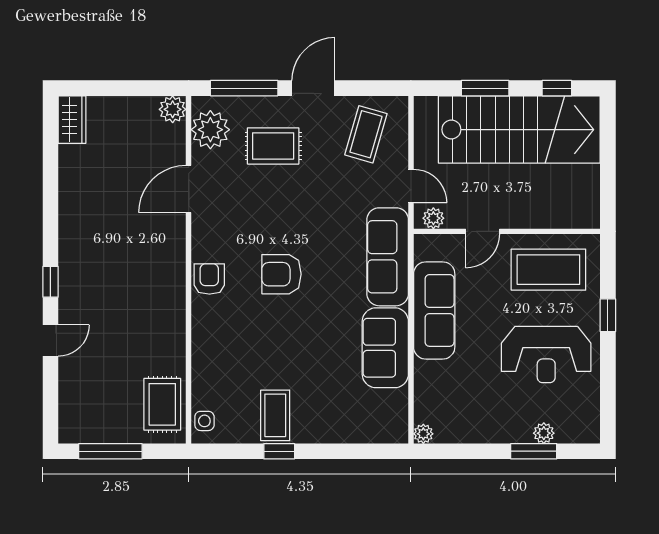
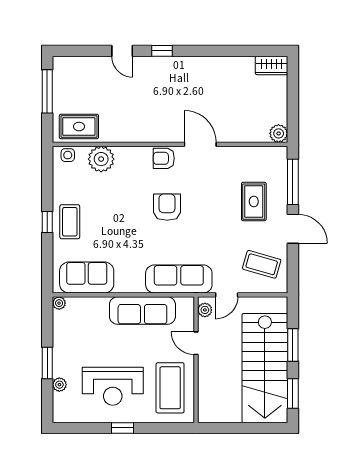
window: (557, 88) -> (293, 393), width x1.50
plant: (210, 130) -> (101, 159), moved
door: (189, 189) -> (200, 144), moved
armchair: (209, 279) -> (164, 158), turned 180
window: (608, 315) -> (122, 428), moved
sofa: (385, 348) -> (87, 277), moved
reception desk: (546, 354) -> (113, 386), turned -90
coffee table: (275, 415) -> (70, 222), moved, turned 90
window: (279, 451) -> (47, 222), moved
window: (534, 451) -> (47, 363), moved

